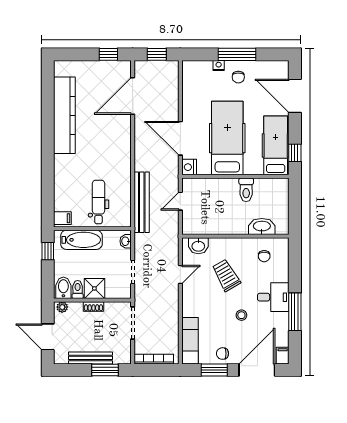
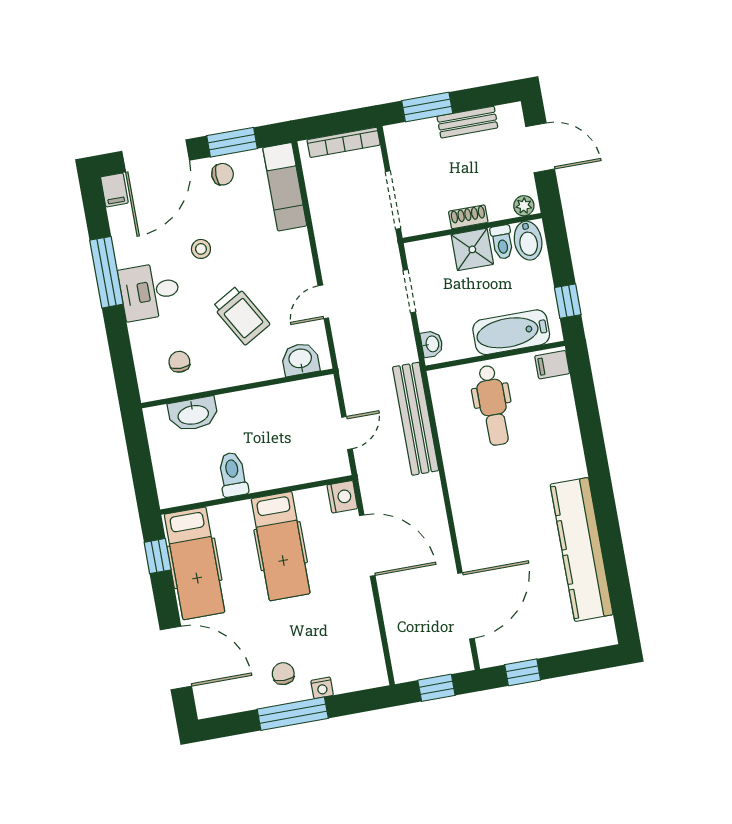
hospital bed: (227, 138) -> (281, 546), width x0.73, depth x0.78
bench: (90, 358) -> (467, 122), width x0.73

